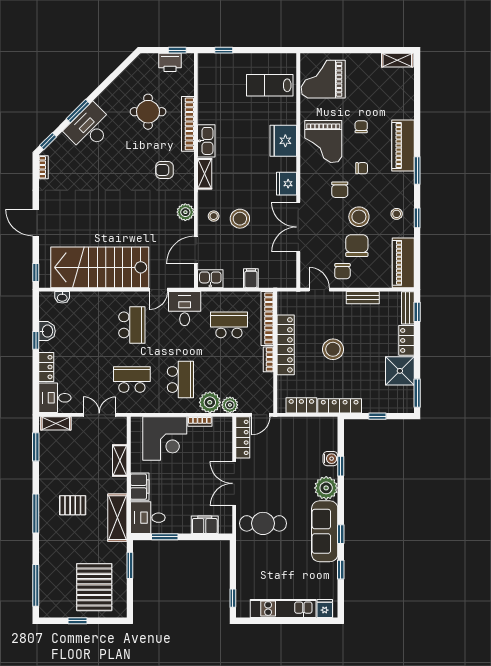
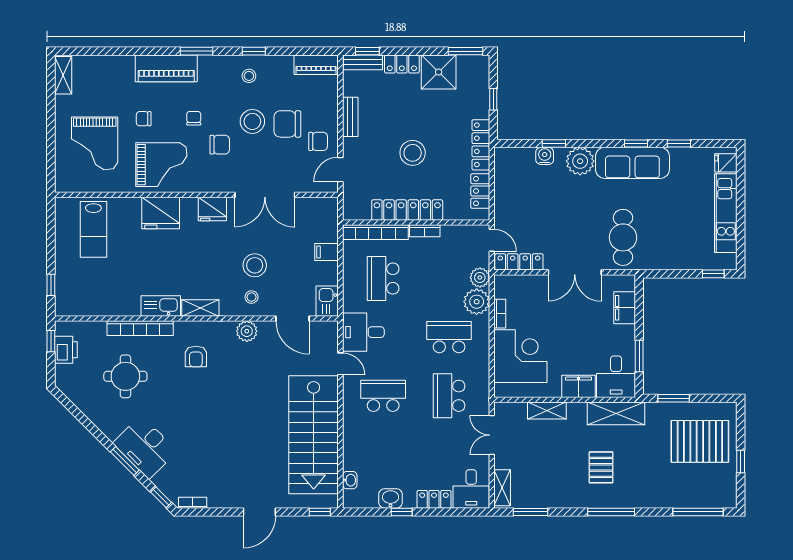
grand piano: (323, 79) -> (95, 143), moved
piano: (403, 263) -> (316, 65), width x0.73, depth x0.75

